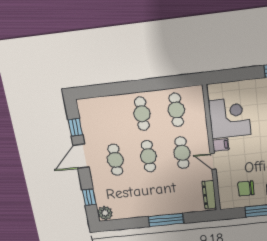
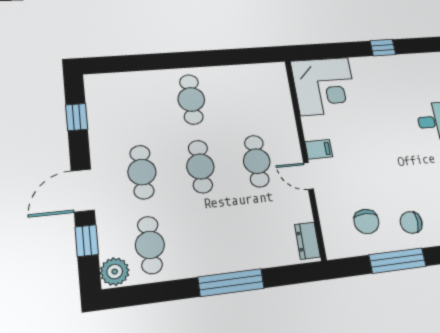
cafe table: (176, 110) -> (150, 245), moved
corner desk: (230, 118) -> (324, 86), moved, turned 90
door: (81, 156) -> (83, 190), moved
chair: (246, 189) -> (366, 222), turned -90
dresser: (209, 195) -> (307, 241), width x0.70

